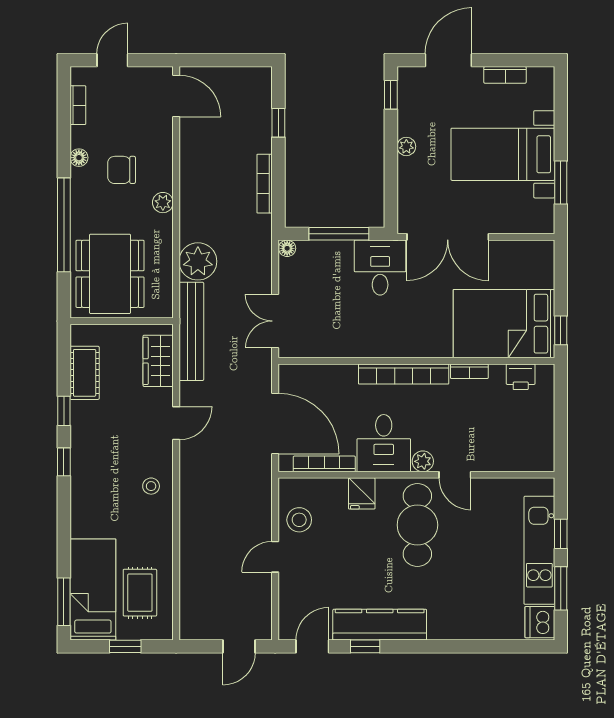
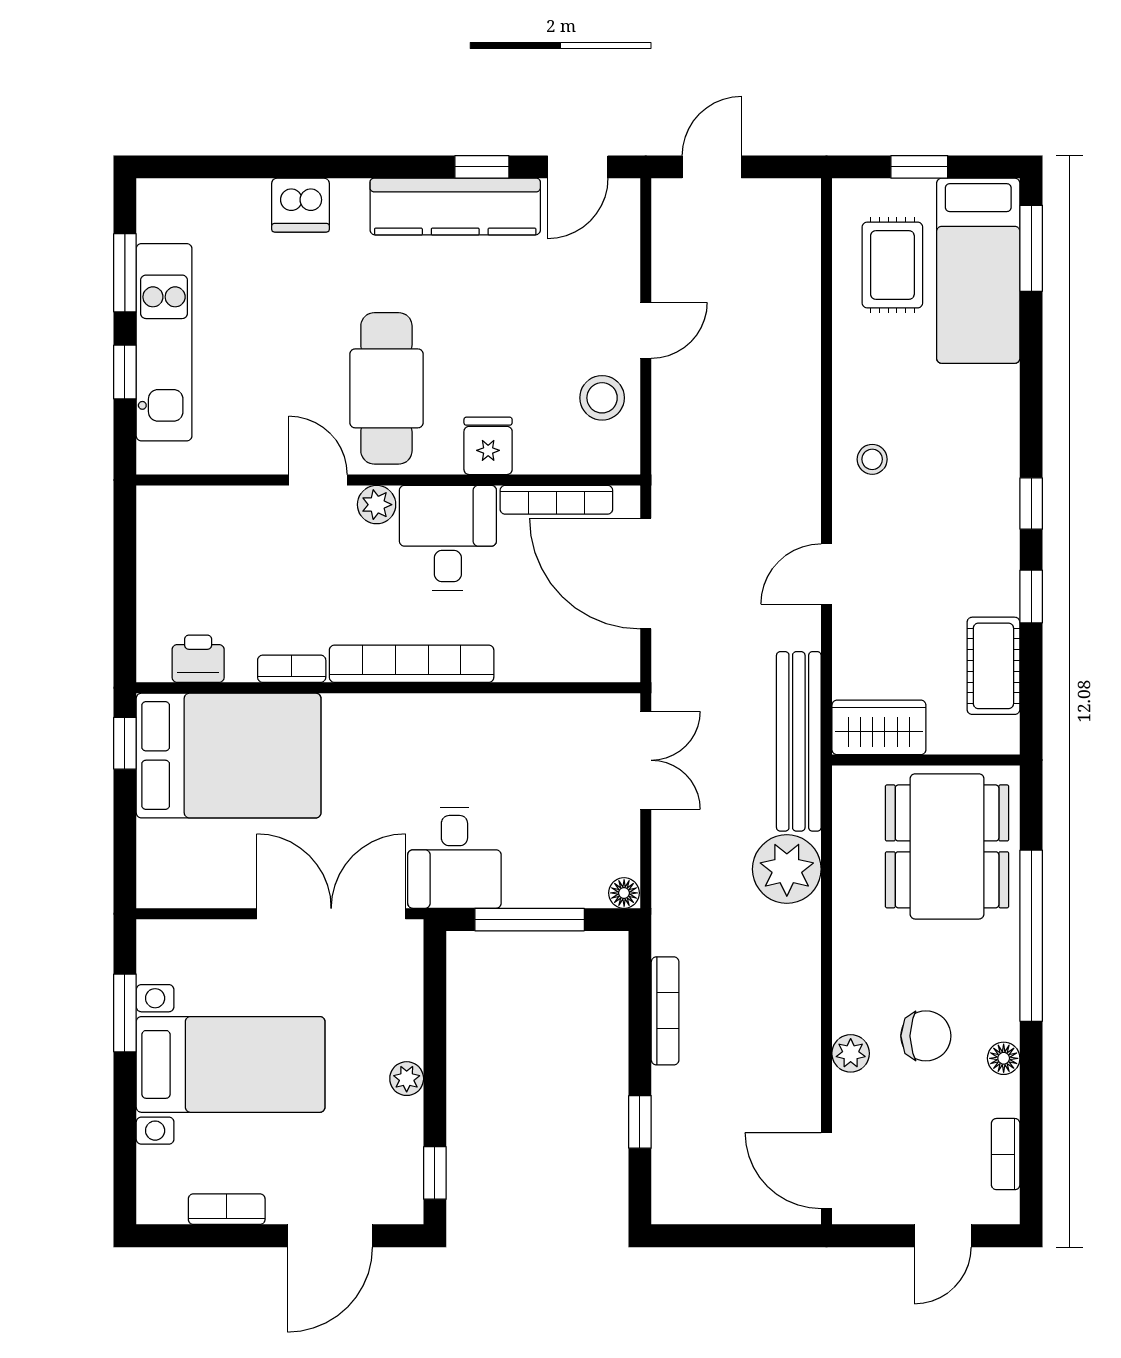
plant: (163, 203) -> (851, 1053), moved
wardrobe: (158, 361) -> (879, 727), moved, turned -90
dishwasher: (540, 622) -> (300, 205), moved, turned 90

